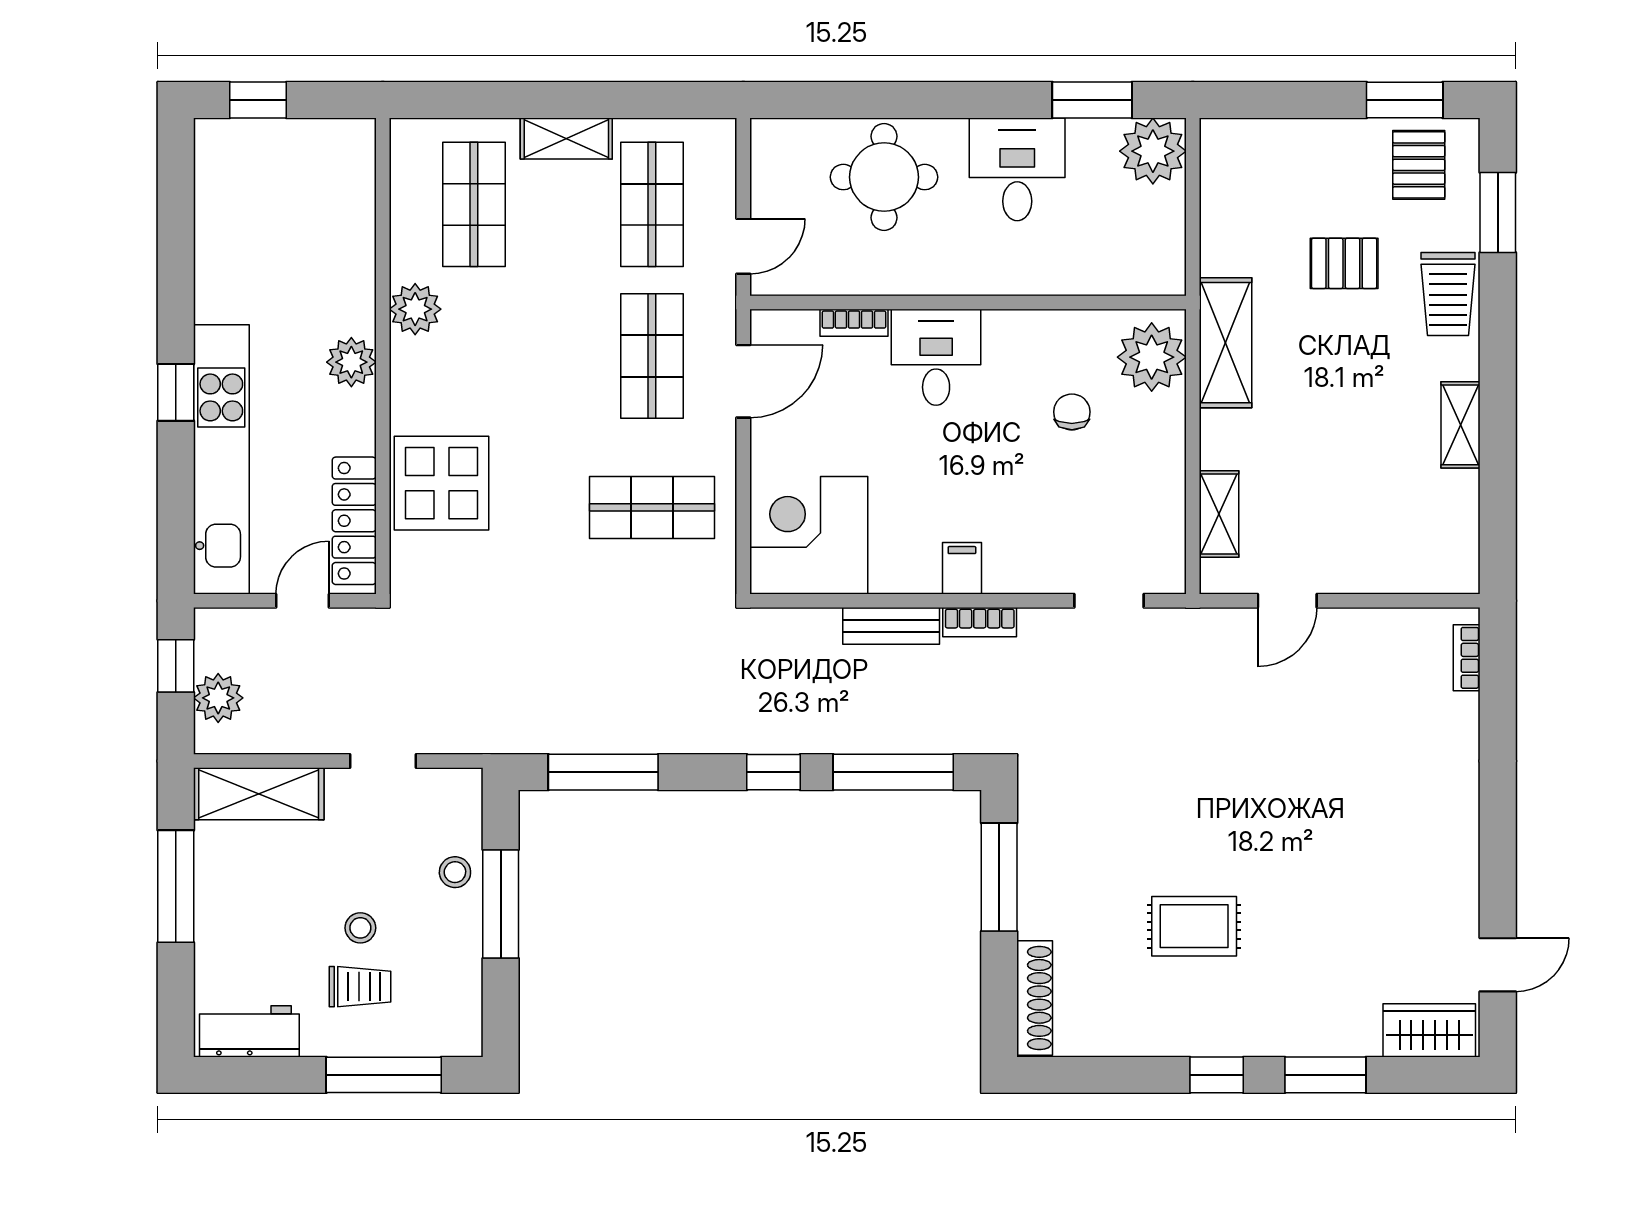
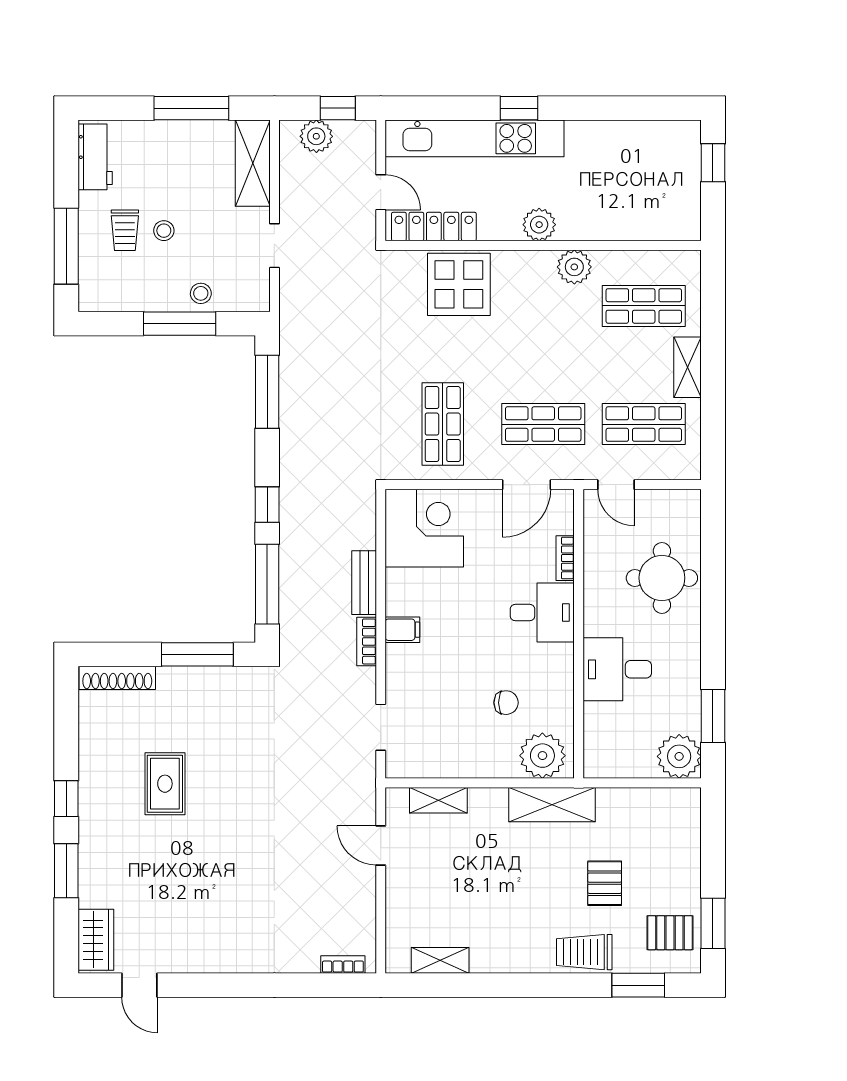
desk: (1017, 169) -> (617, 669), moved, turned 180
door: (743, 381) -> (526, 485), hinge flipped
shelving: (1460, 425) -> (440, 960), moved

